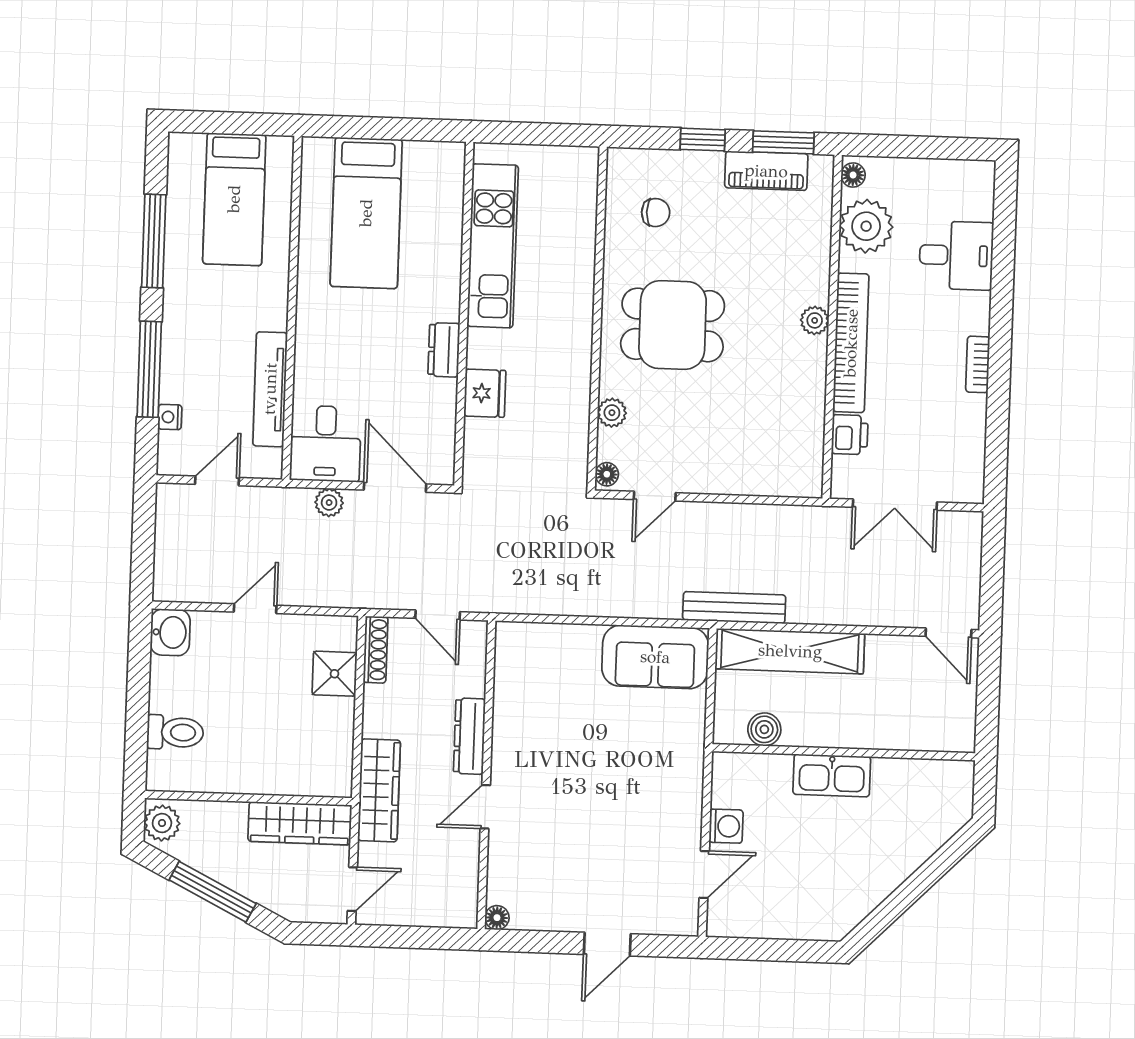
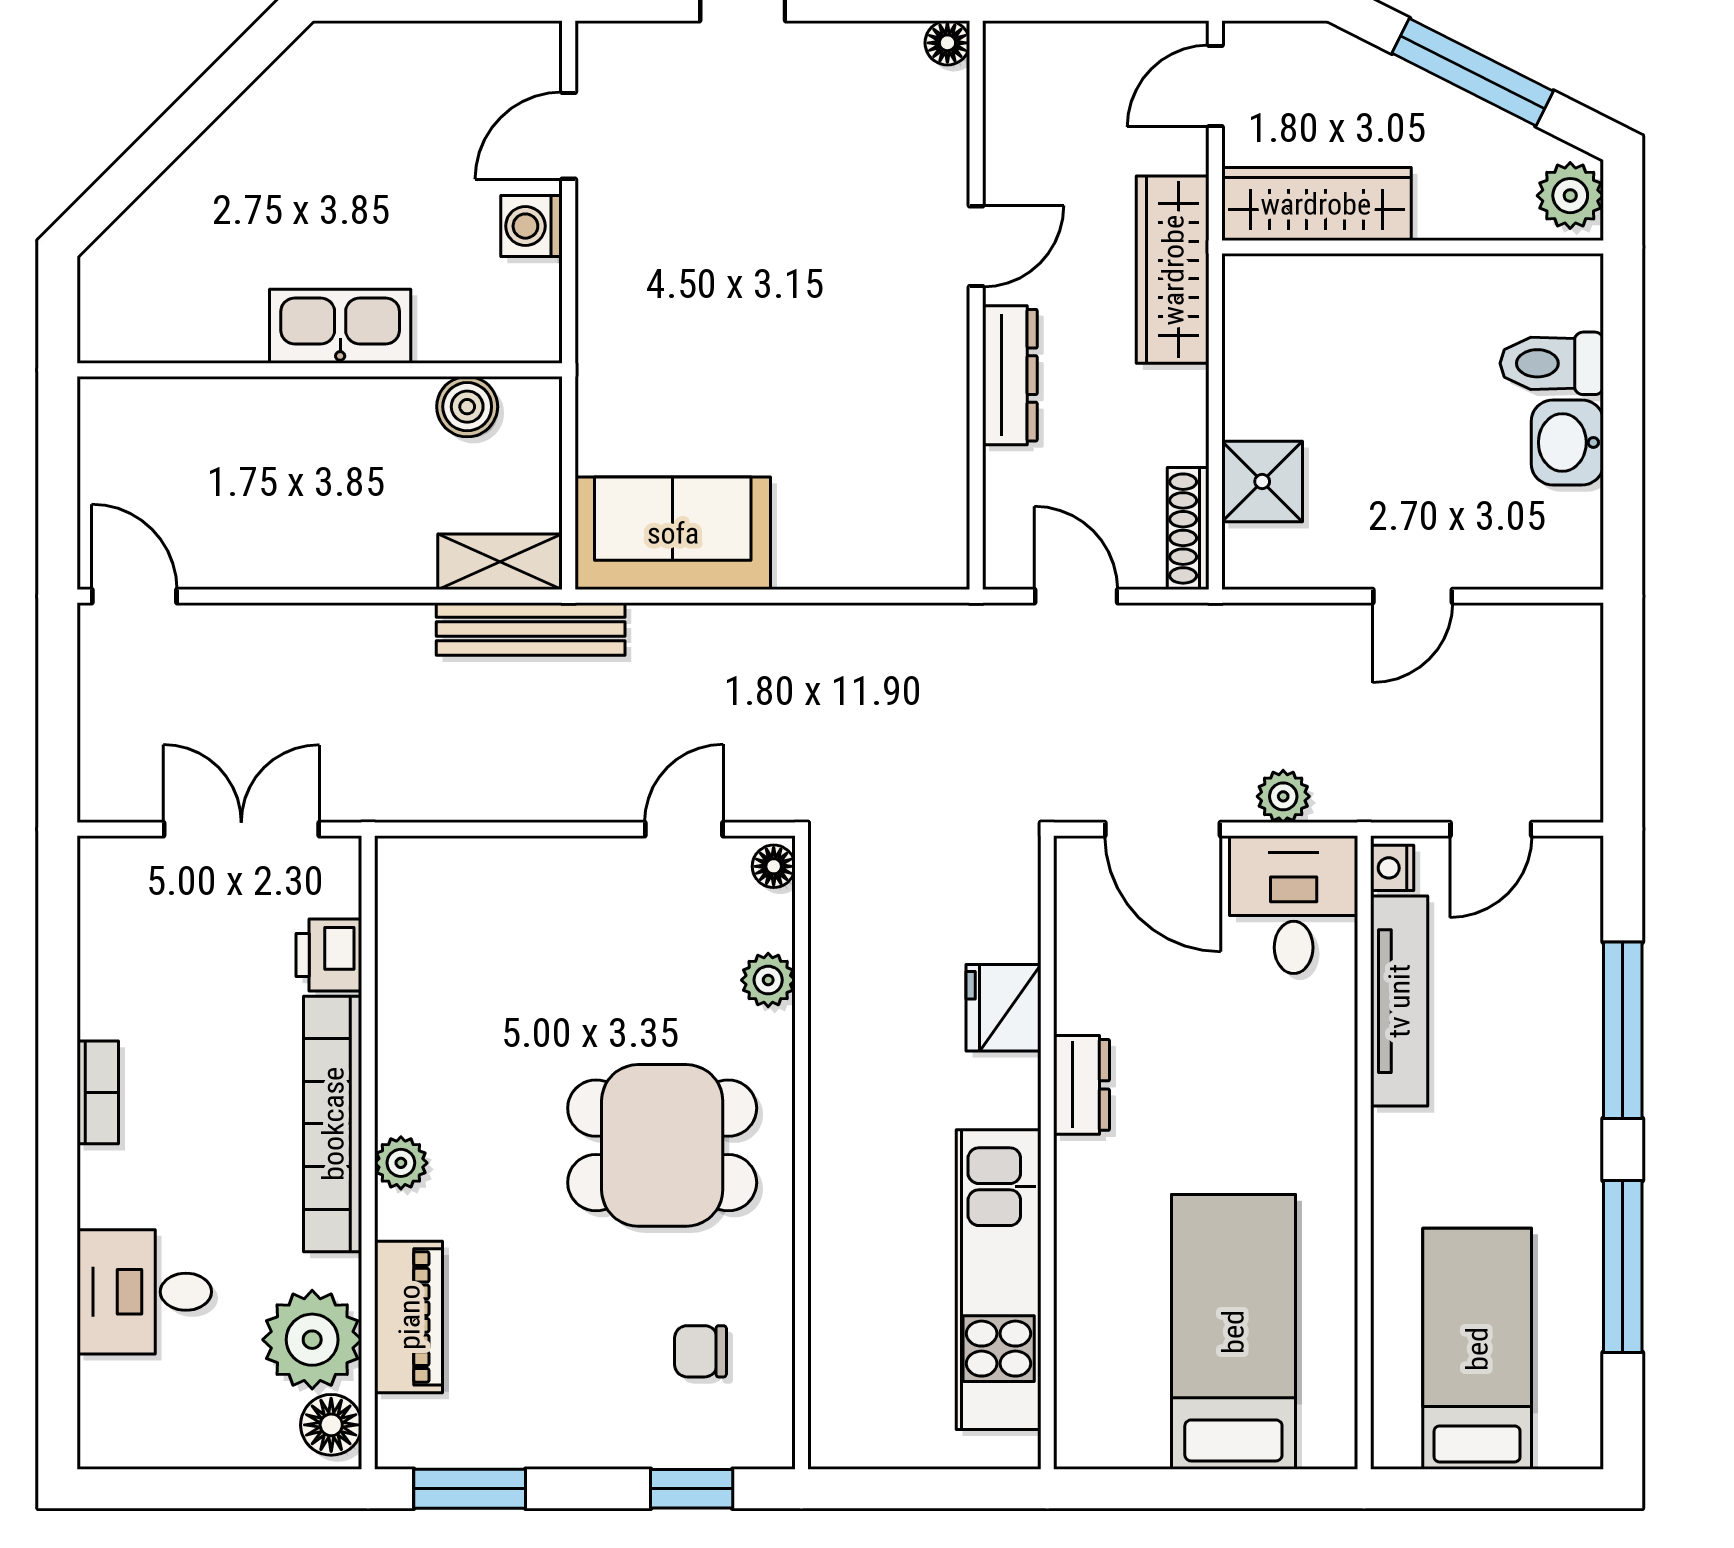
window: (703, 140) -> (692, 1489), moved
piano: (766, 171) -> (409, 1317), moved, turned 90
floor lamp: (853, 175) -> (331, 1425), width x1.37, depth x1.37
nightstand: (170, 417) -> (1392, 868), moved, turned 180
washbasin: (170, 632) -> (1567, 442), moved
shelving: (790, 651) -> (500, 562), width x0.45, depth x0.75

